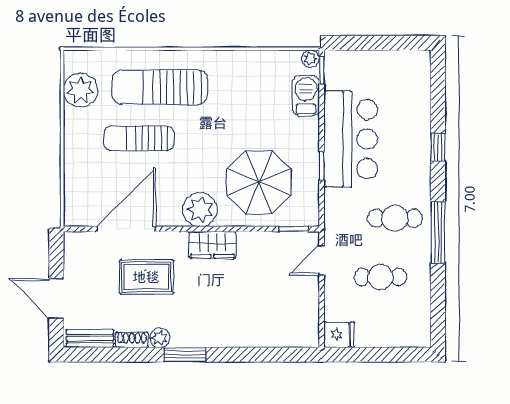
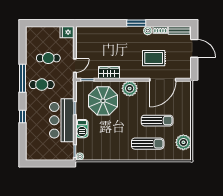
sun lounger: (160, 87) -> (148, 144), width x0.73, depth x0.75
barbecue: (306, 96) -> (82, 129), moved
wardrobe: (212, 245) -> (109, 73), moved

